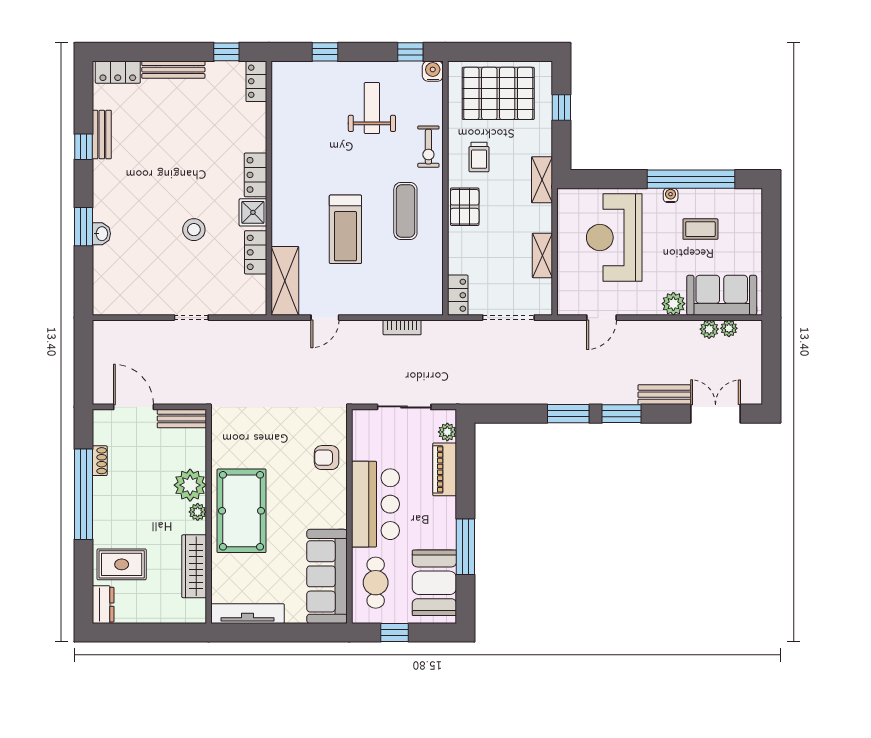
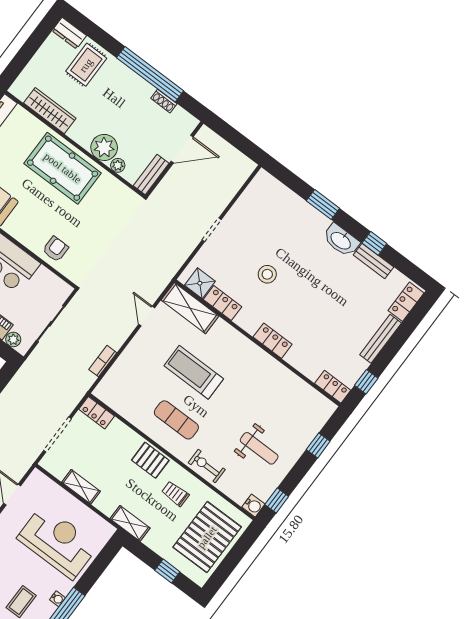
shower: (253, 212) -> (200, 283), moved
washbasin: (101, 234) -> (341, 240), moved, width x1.91, depth x1.45
plant: (198, 512) -> (118, 165), moved

